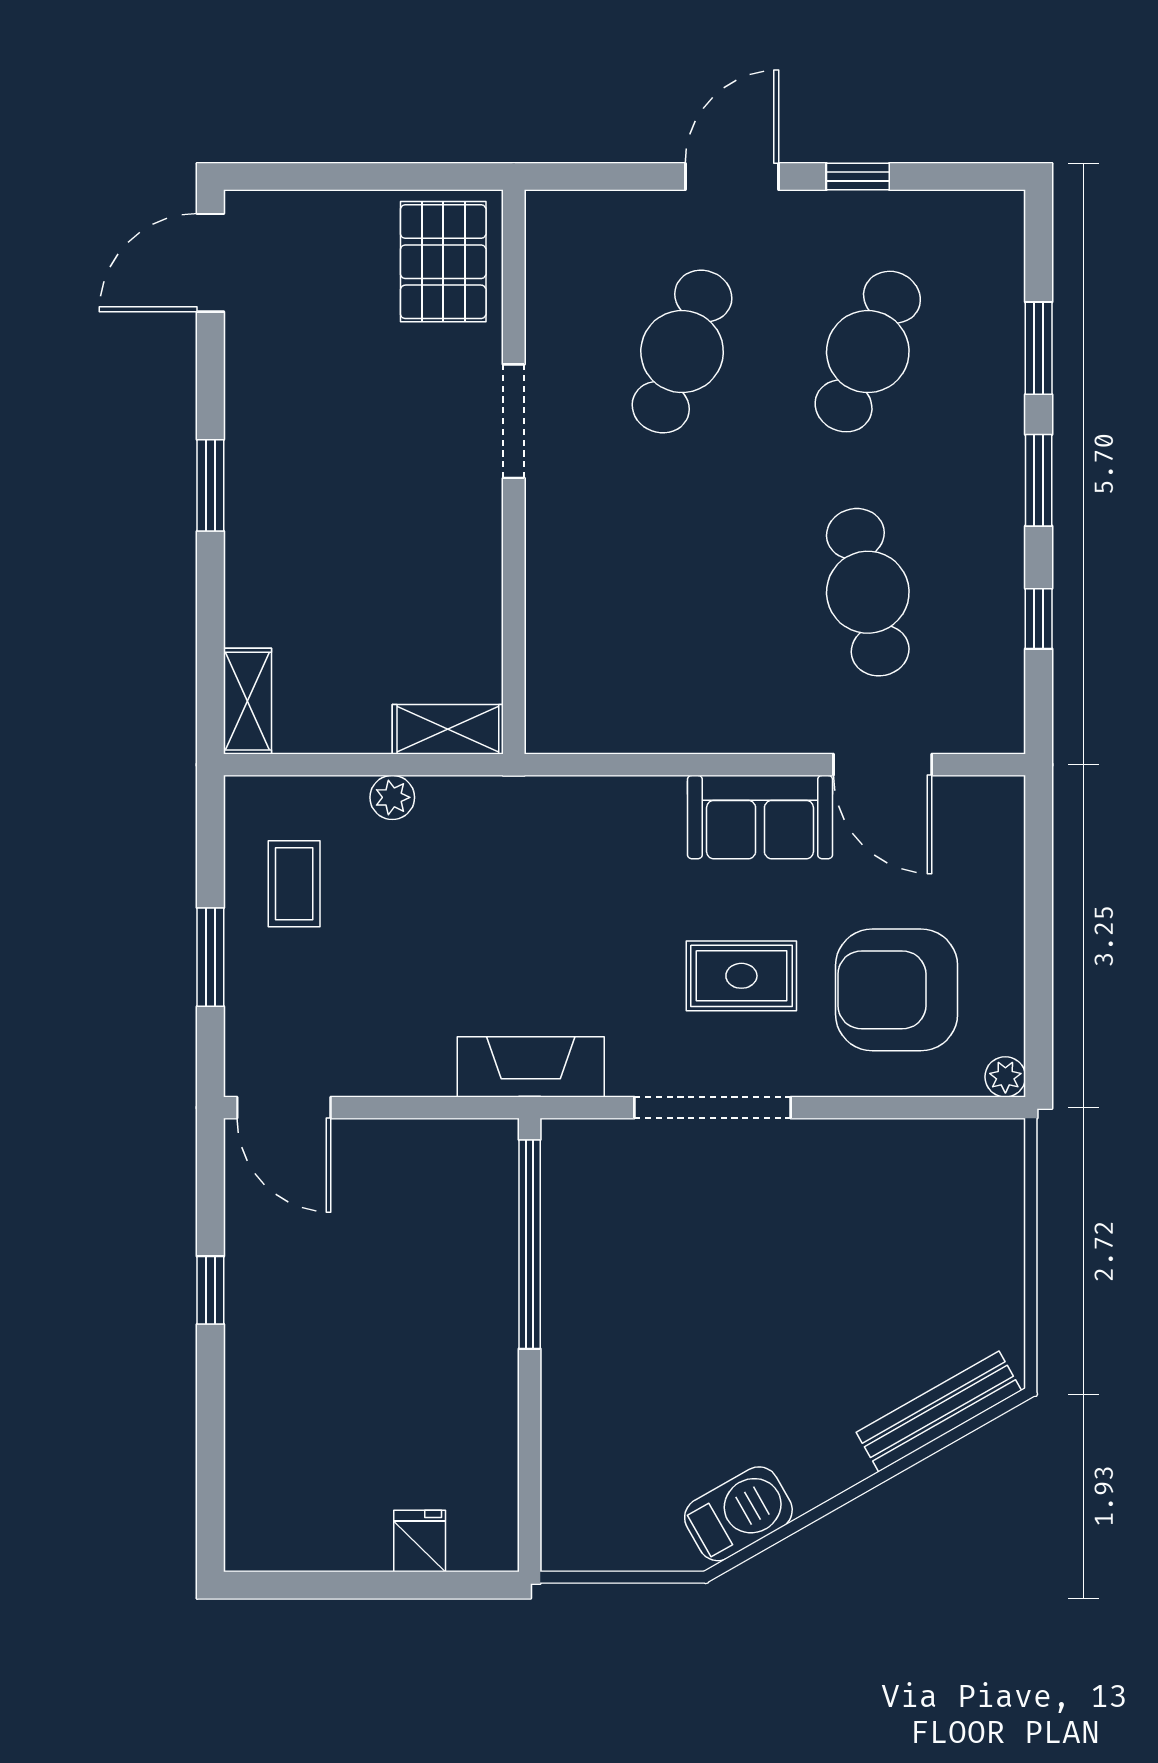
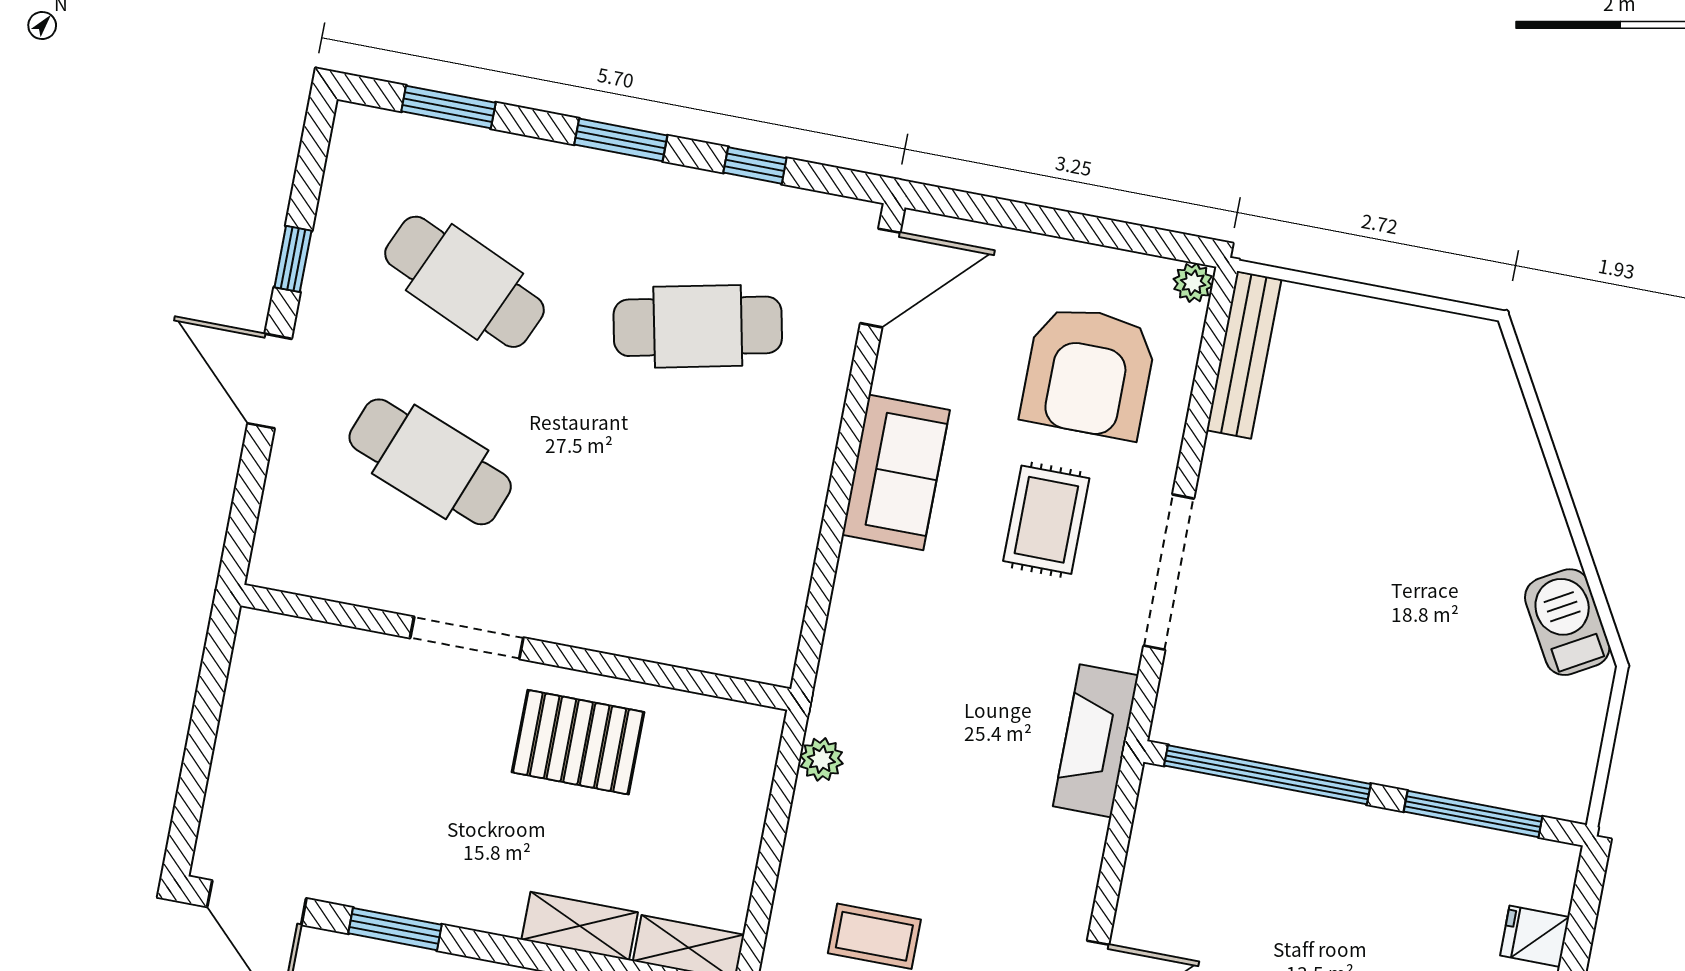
pallet: (443, 262) -> (578, 742), moved
window: (1039, 348) -> (448, 107), moved
window: (210, 485) -> (395, 929), moved
shelving: (448, 729) -> (580, 926), moved, turned 90
door: (883, 765) -> (880, 278), moved
plant: (392, 797) -> (821, 759), moved
bench: (939, 1411) -> (1244, 355), moved, turned 30
window: (530, 1456) -> (1473, 814), added

